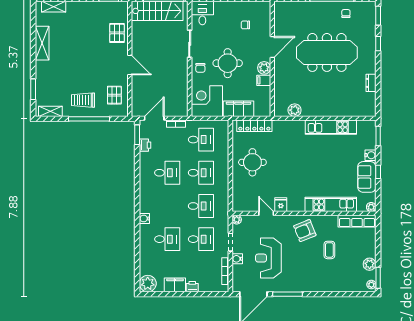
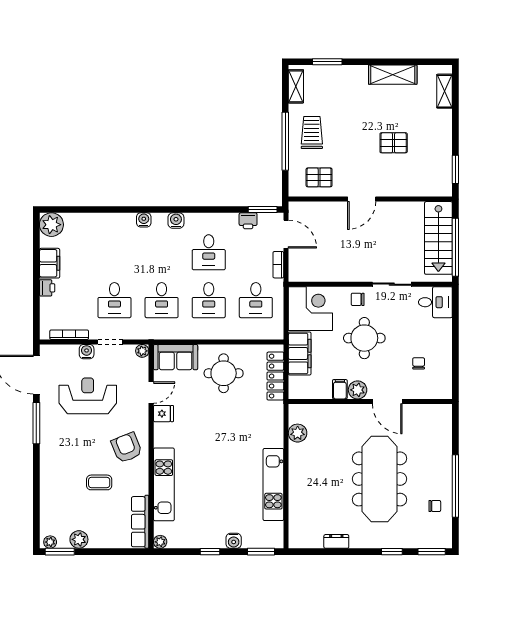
pallet: (117, 33) -> (394, 143), moved
sofa: (367, 177) -> (176, 357), moved, turned 180
water cooler: (145, 196) -> (176, 221), added
desk: (167, 239) -> (114, 252), removed

